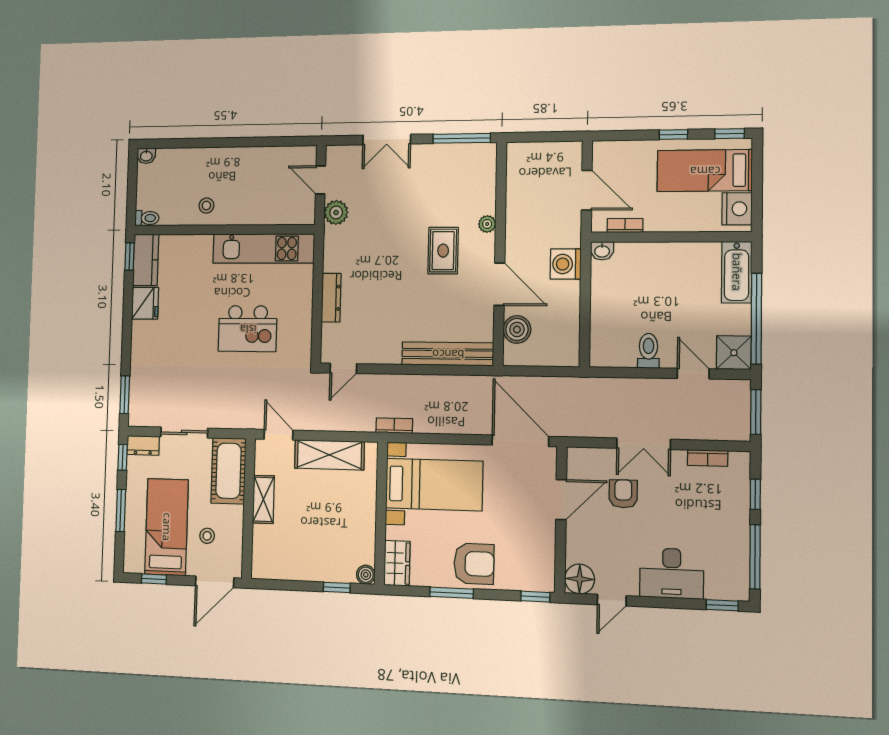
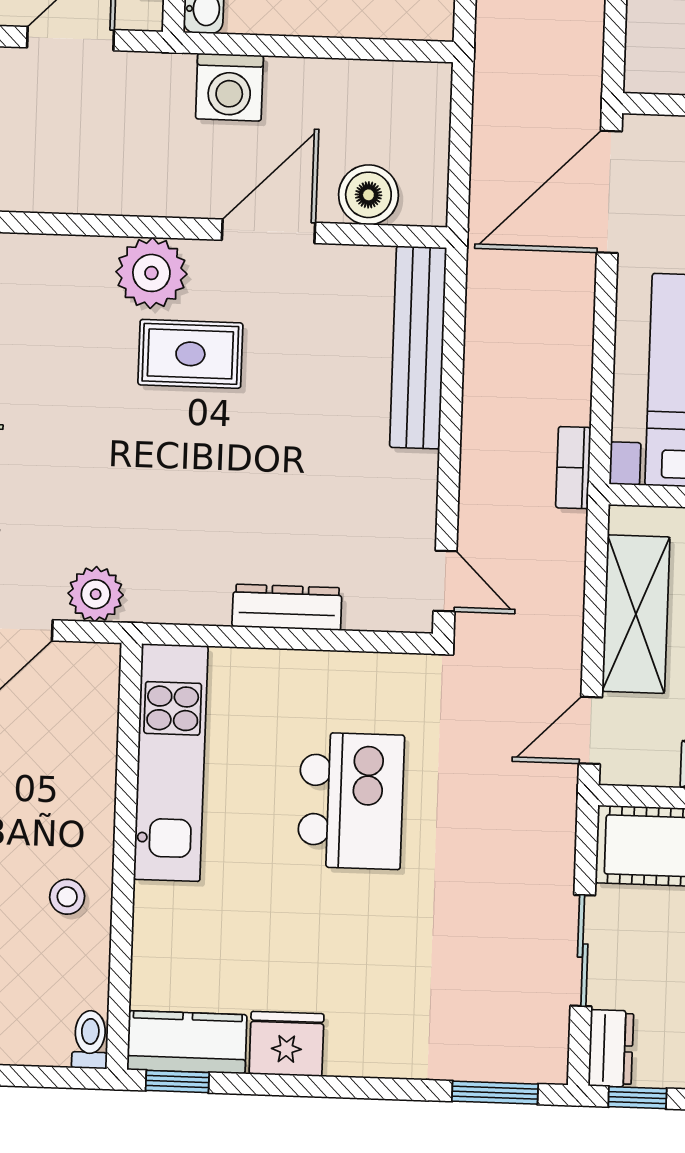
plant: (487, 224) -> (151, 273), width x1.87, depth x1.87

